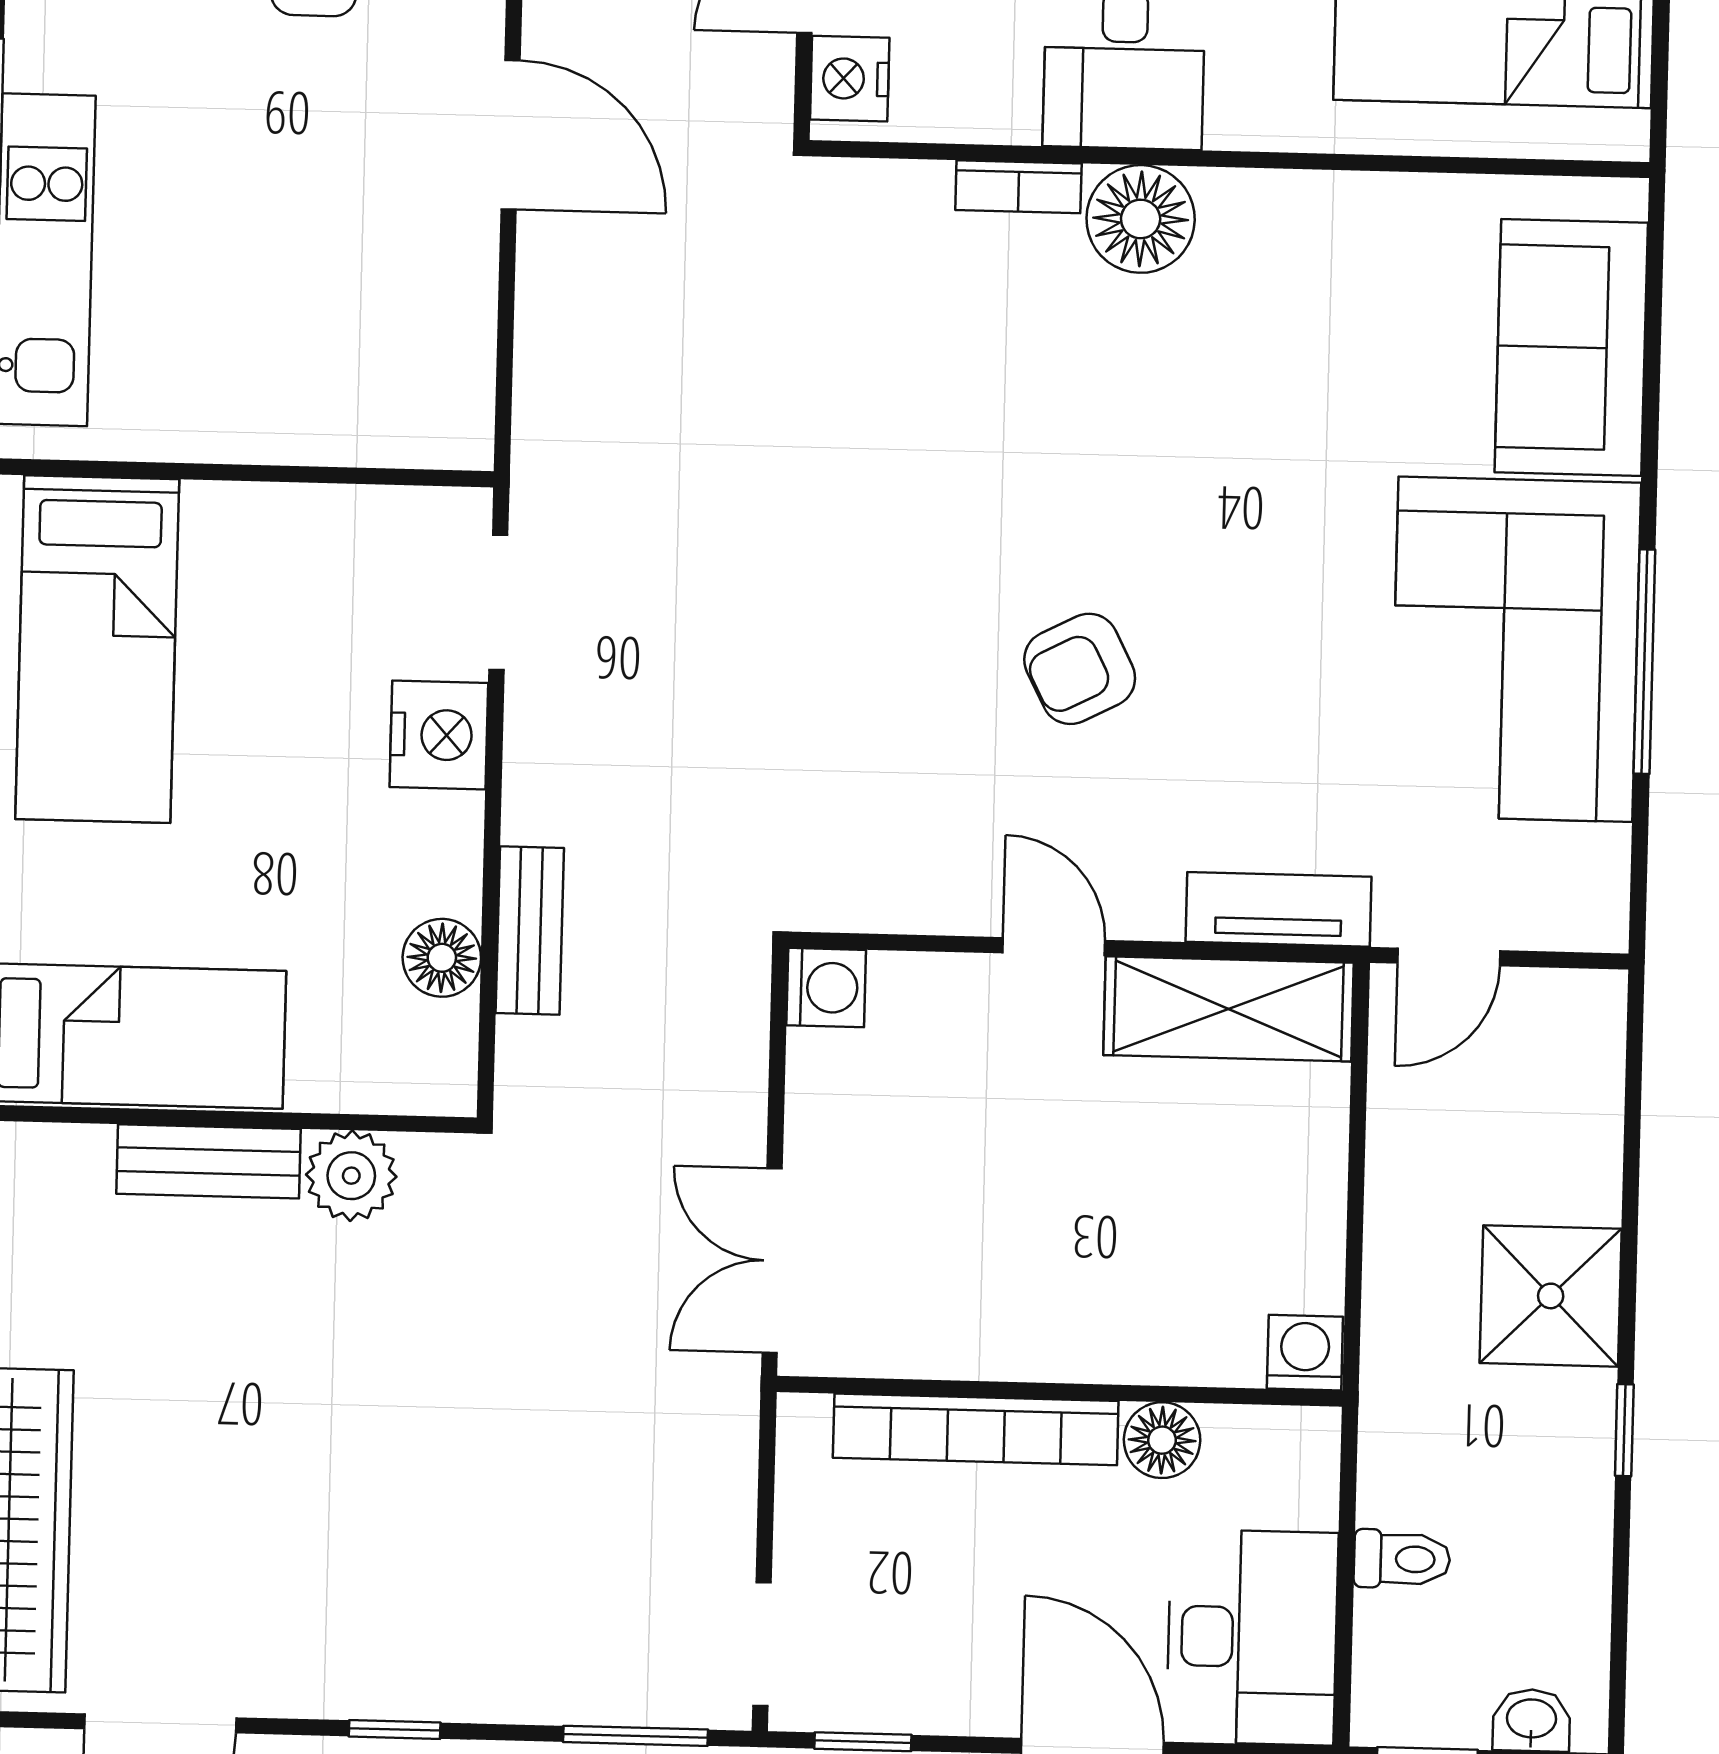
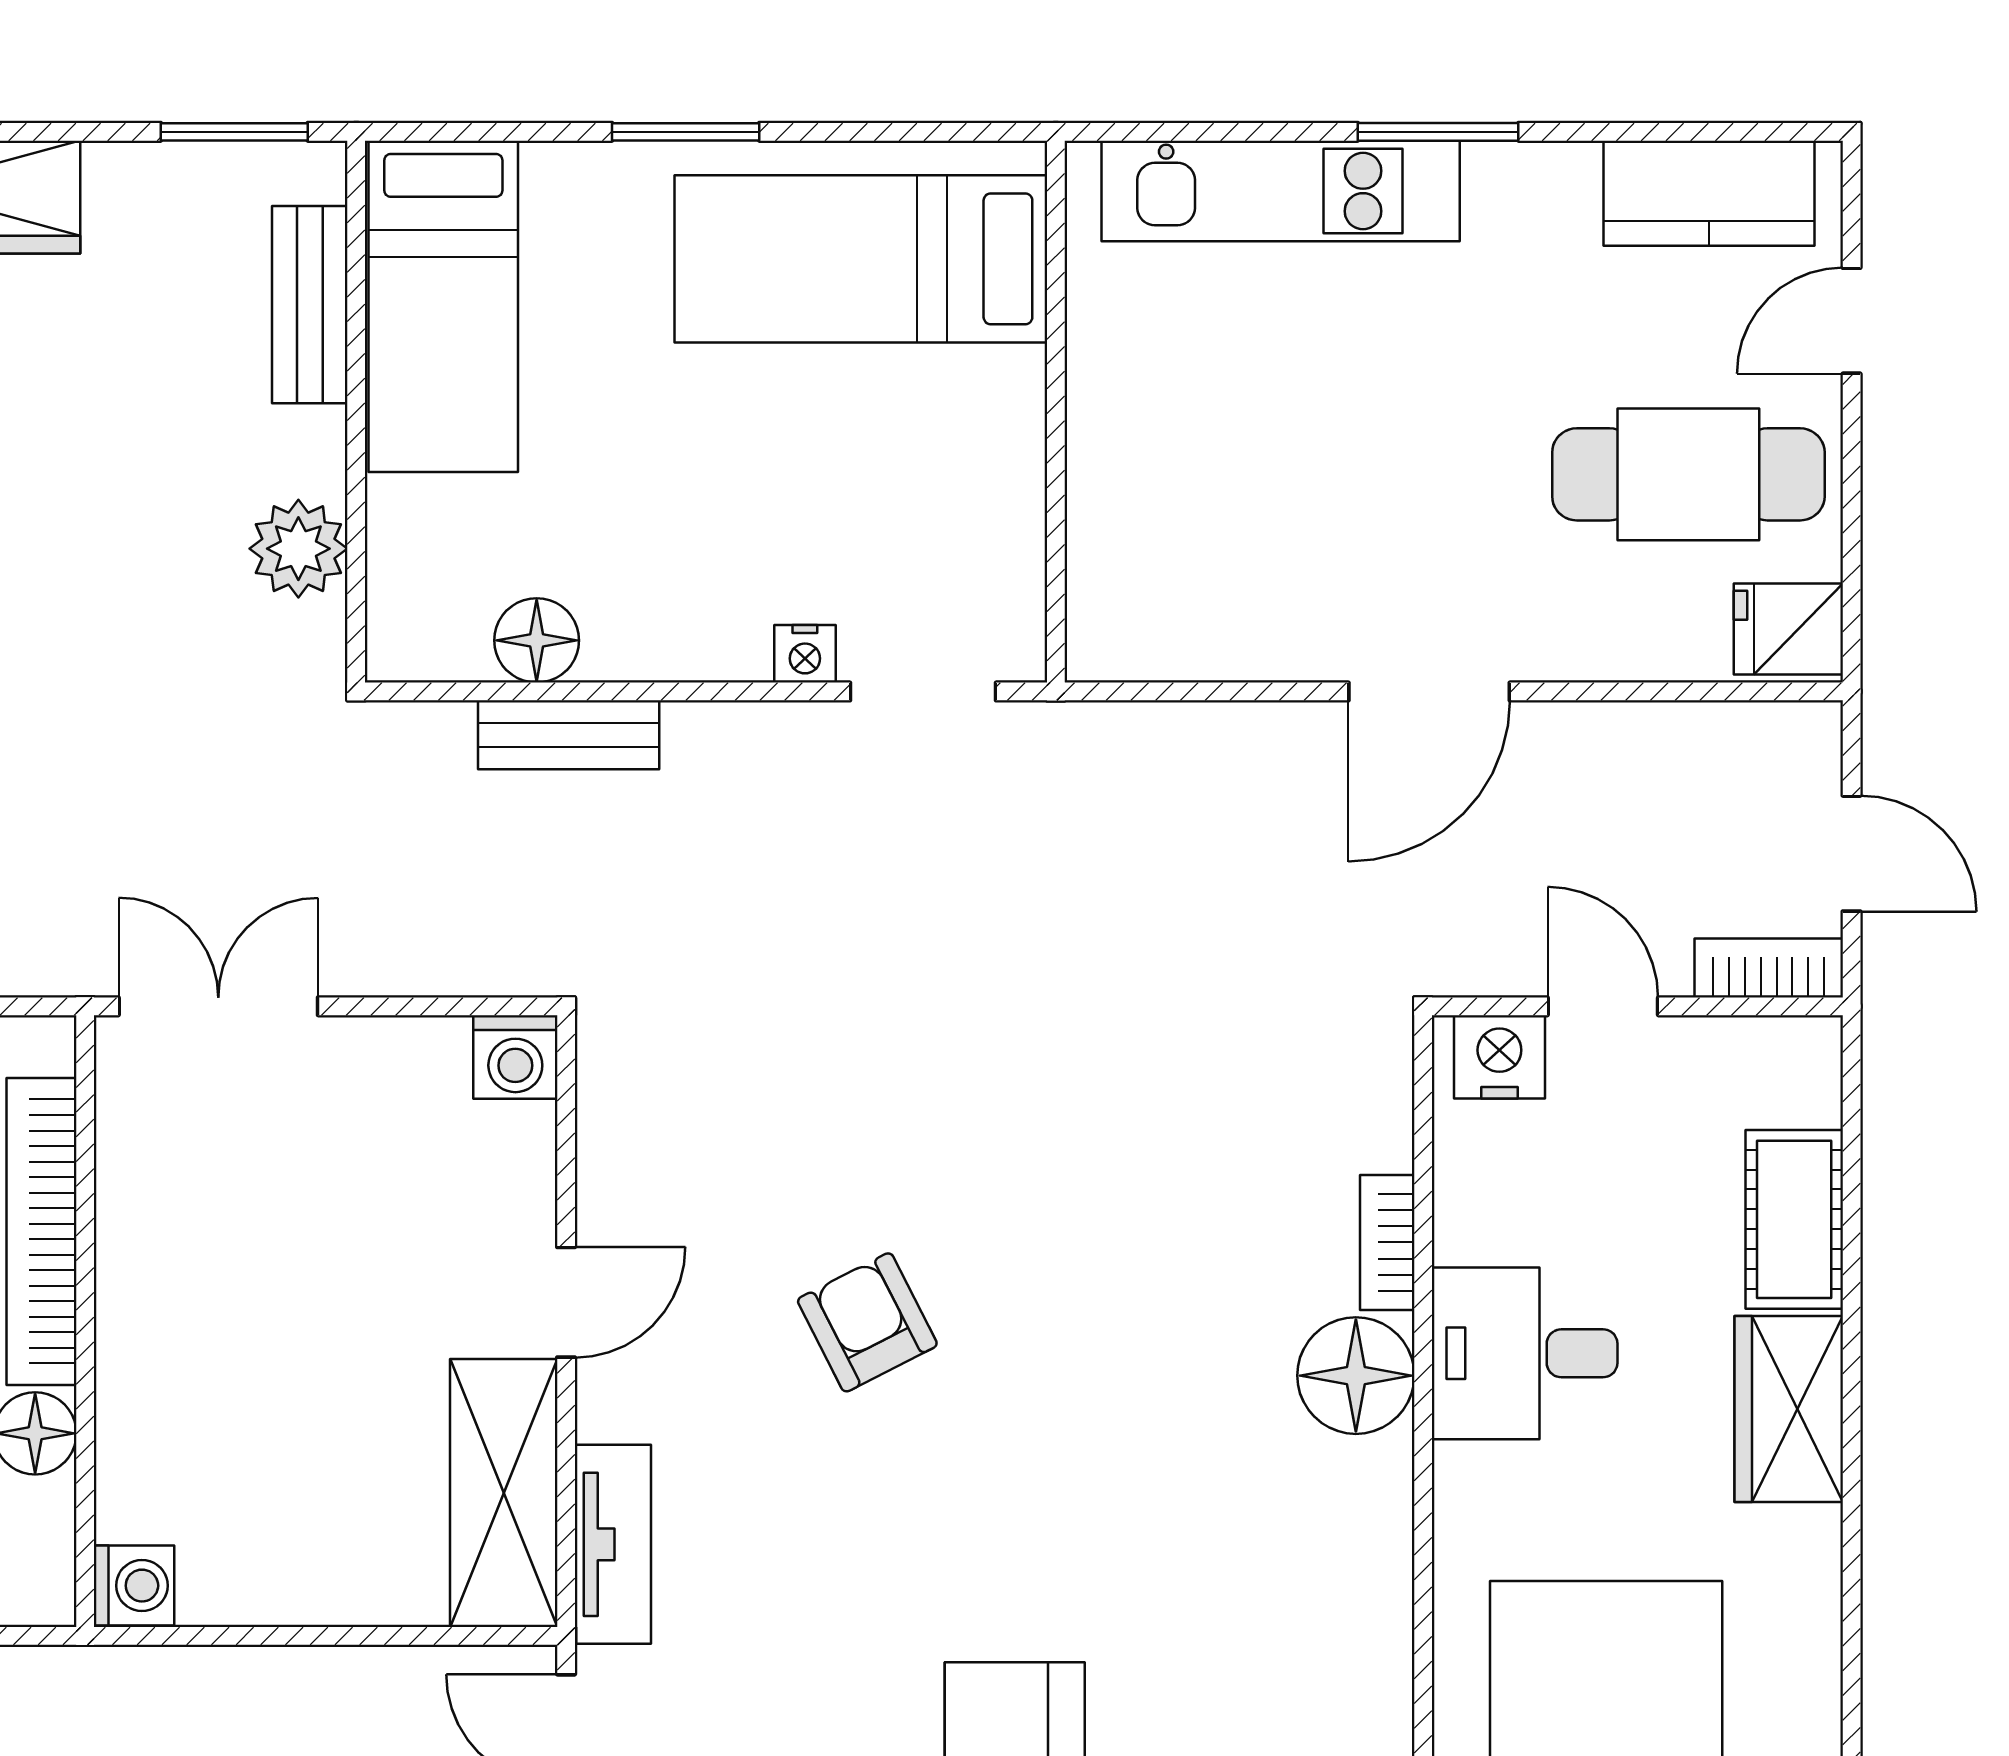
nightstand: (439, 735) -> (805, 654), width x0.53, depth x0.56
bench: (209, 1161) -> (310, 305), moved

